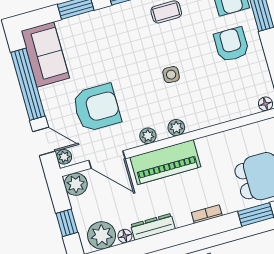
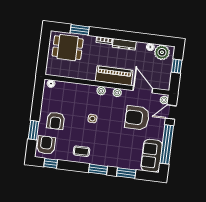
door: (44, 141) -> (171, 112), hinge flipped
plant: (76, 184) -> (164, 84), removed
dresser: (153, 227) -> (124, 44), moved

